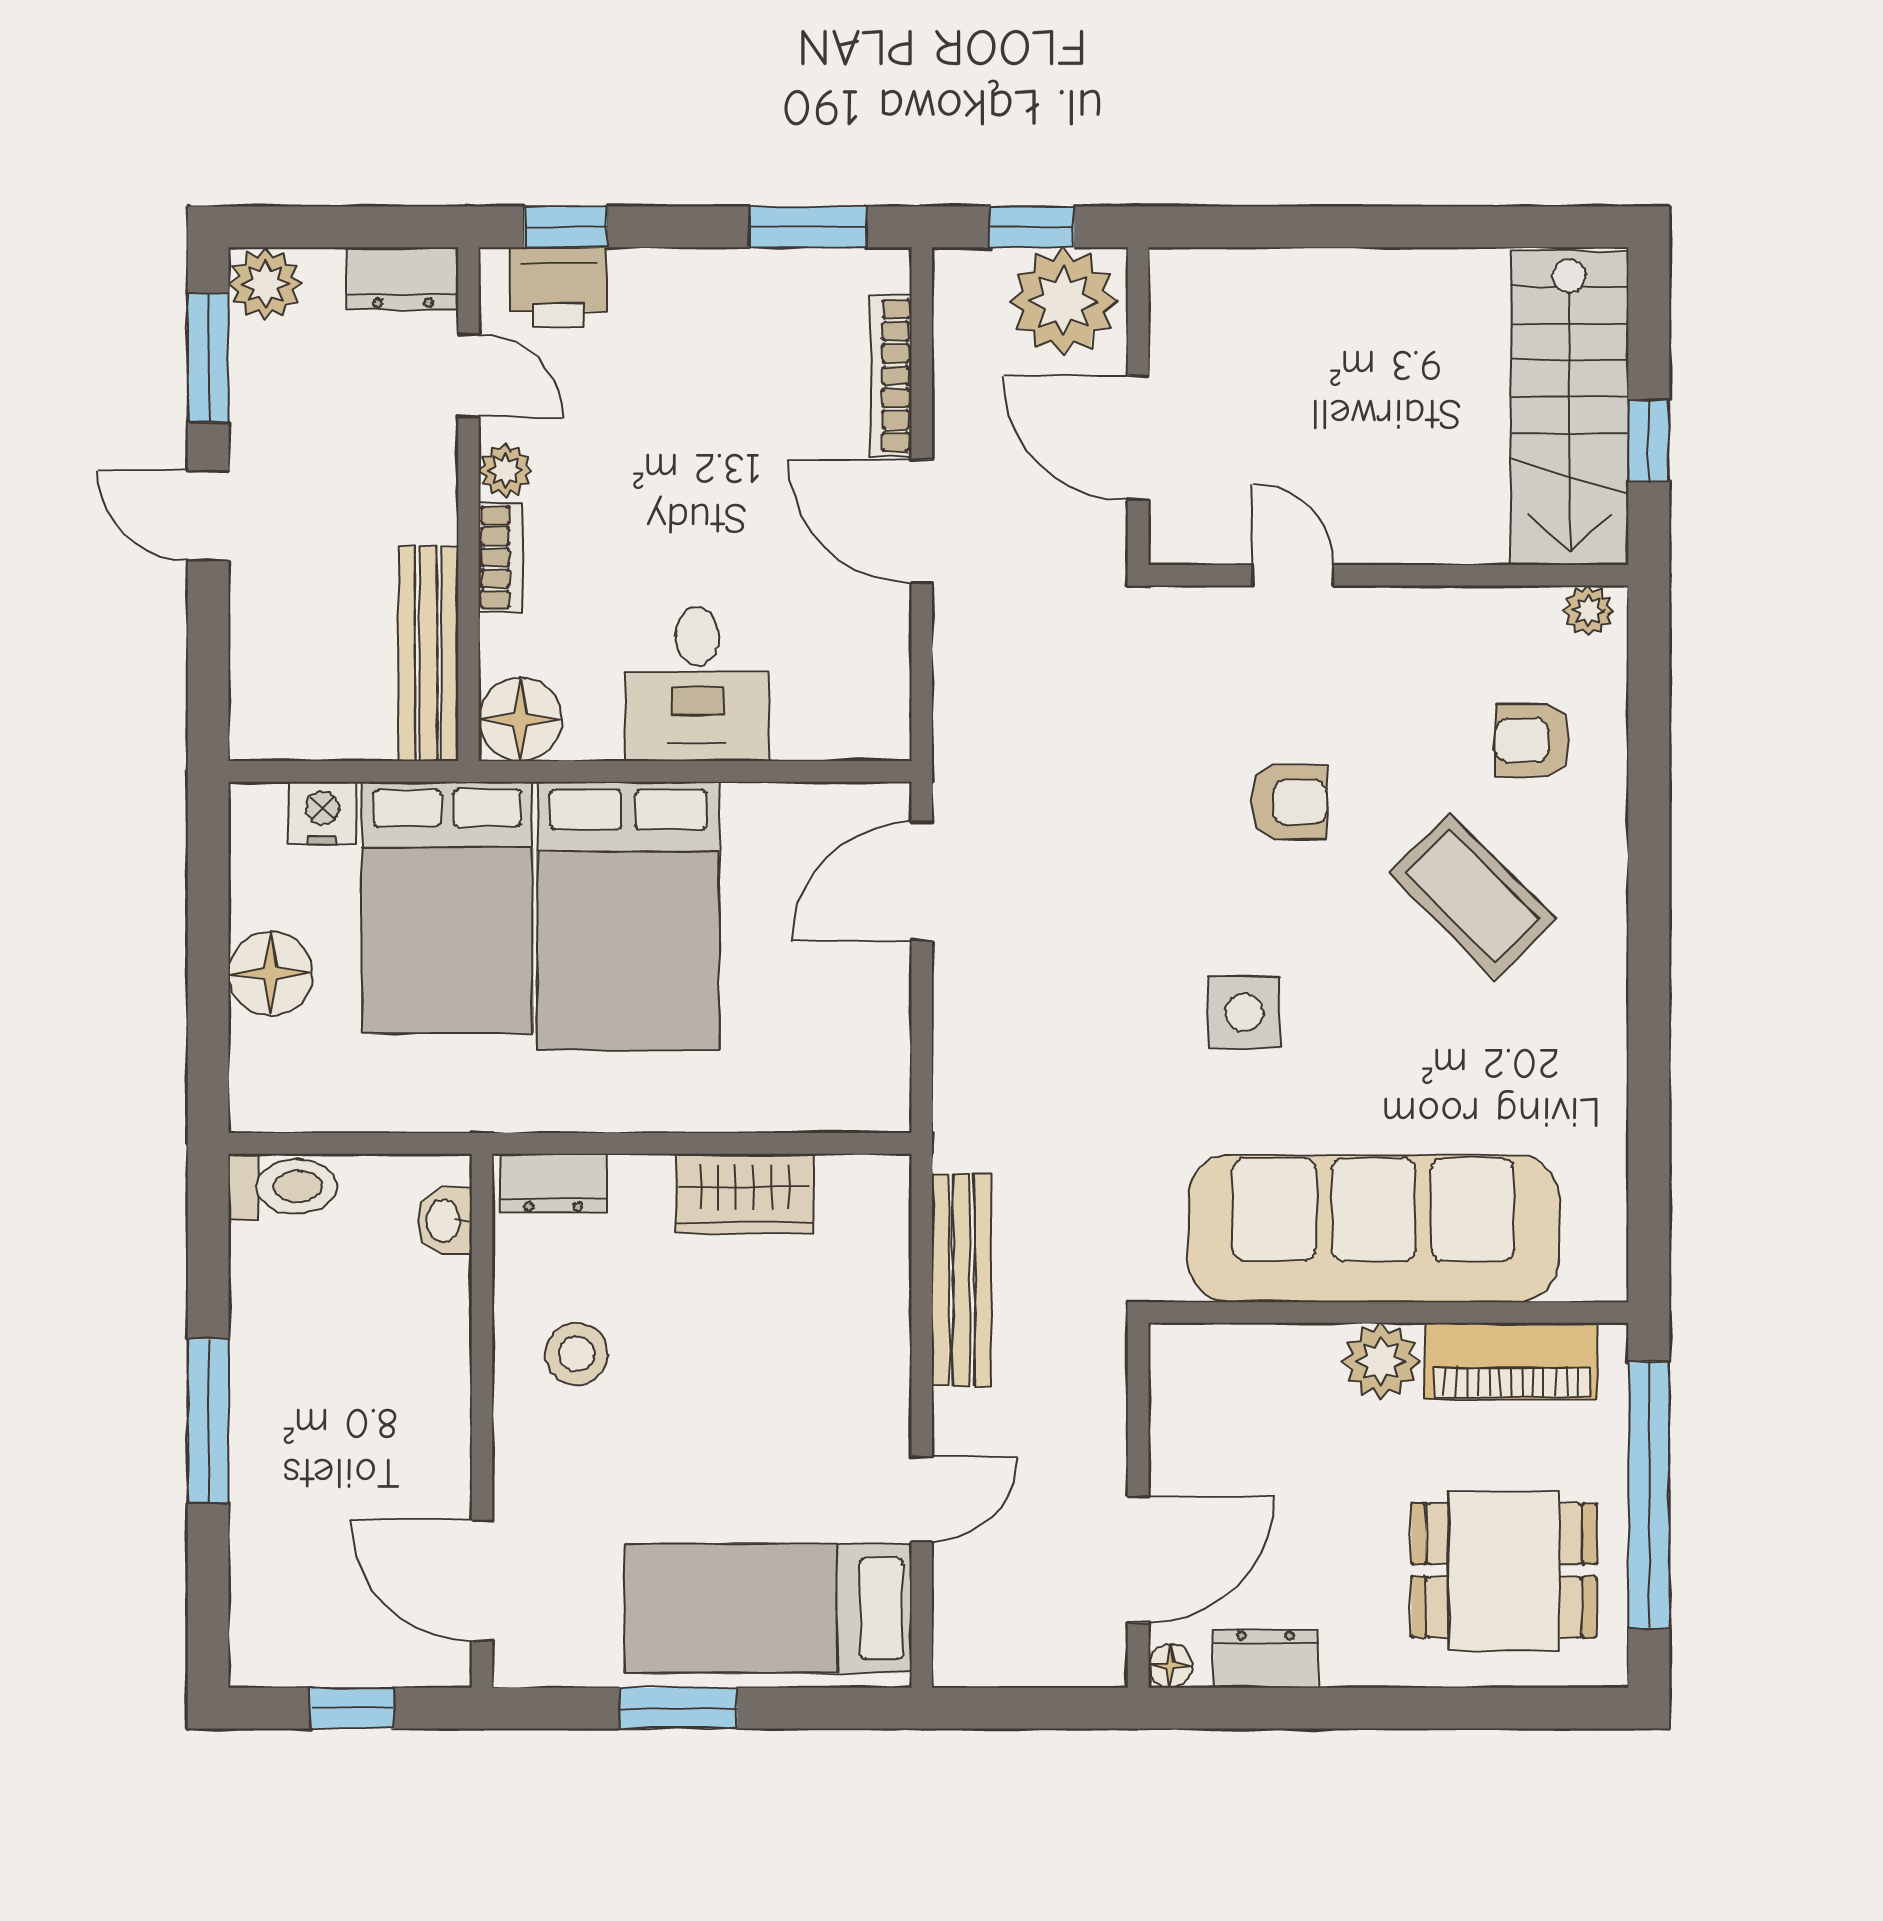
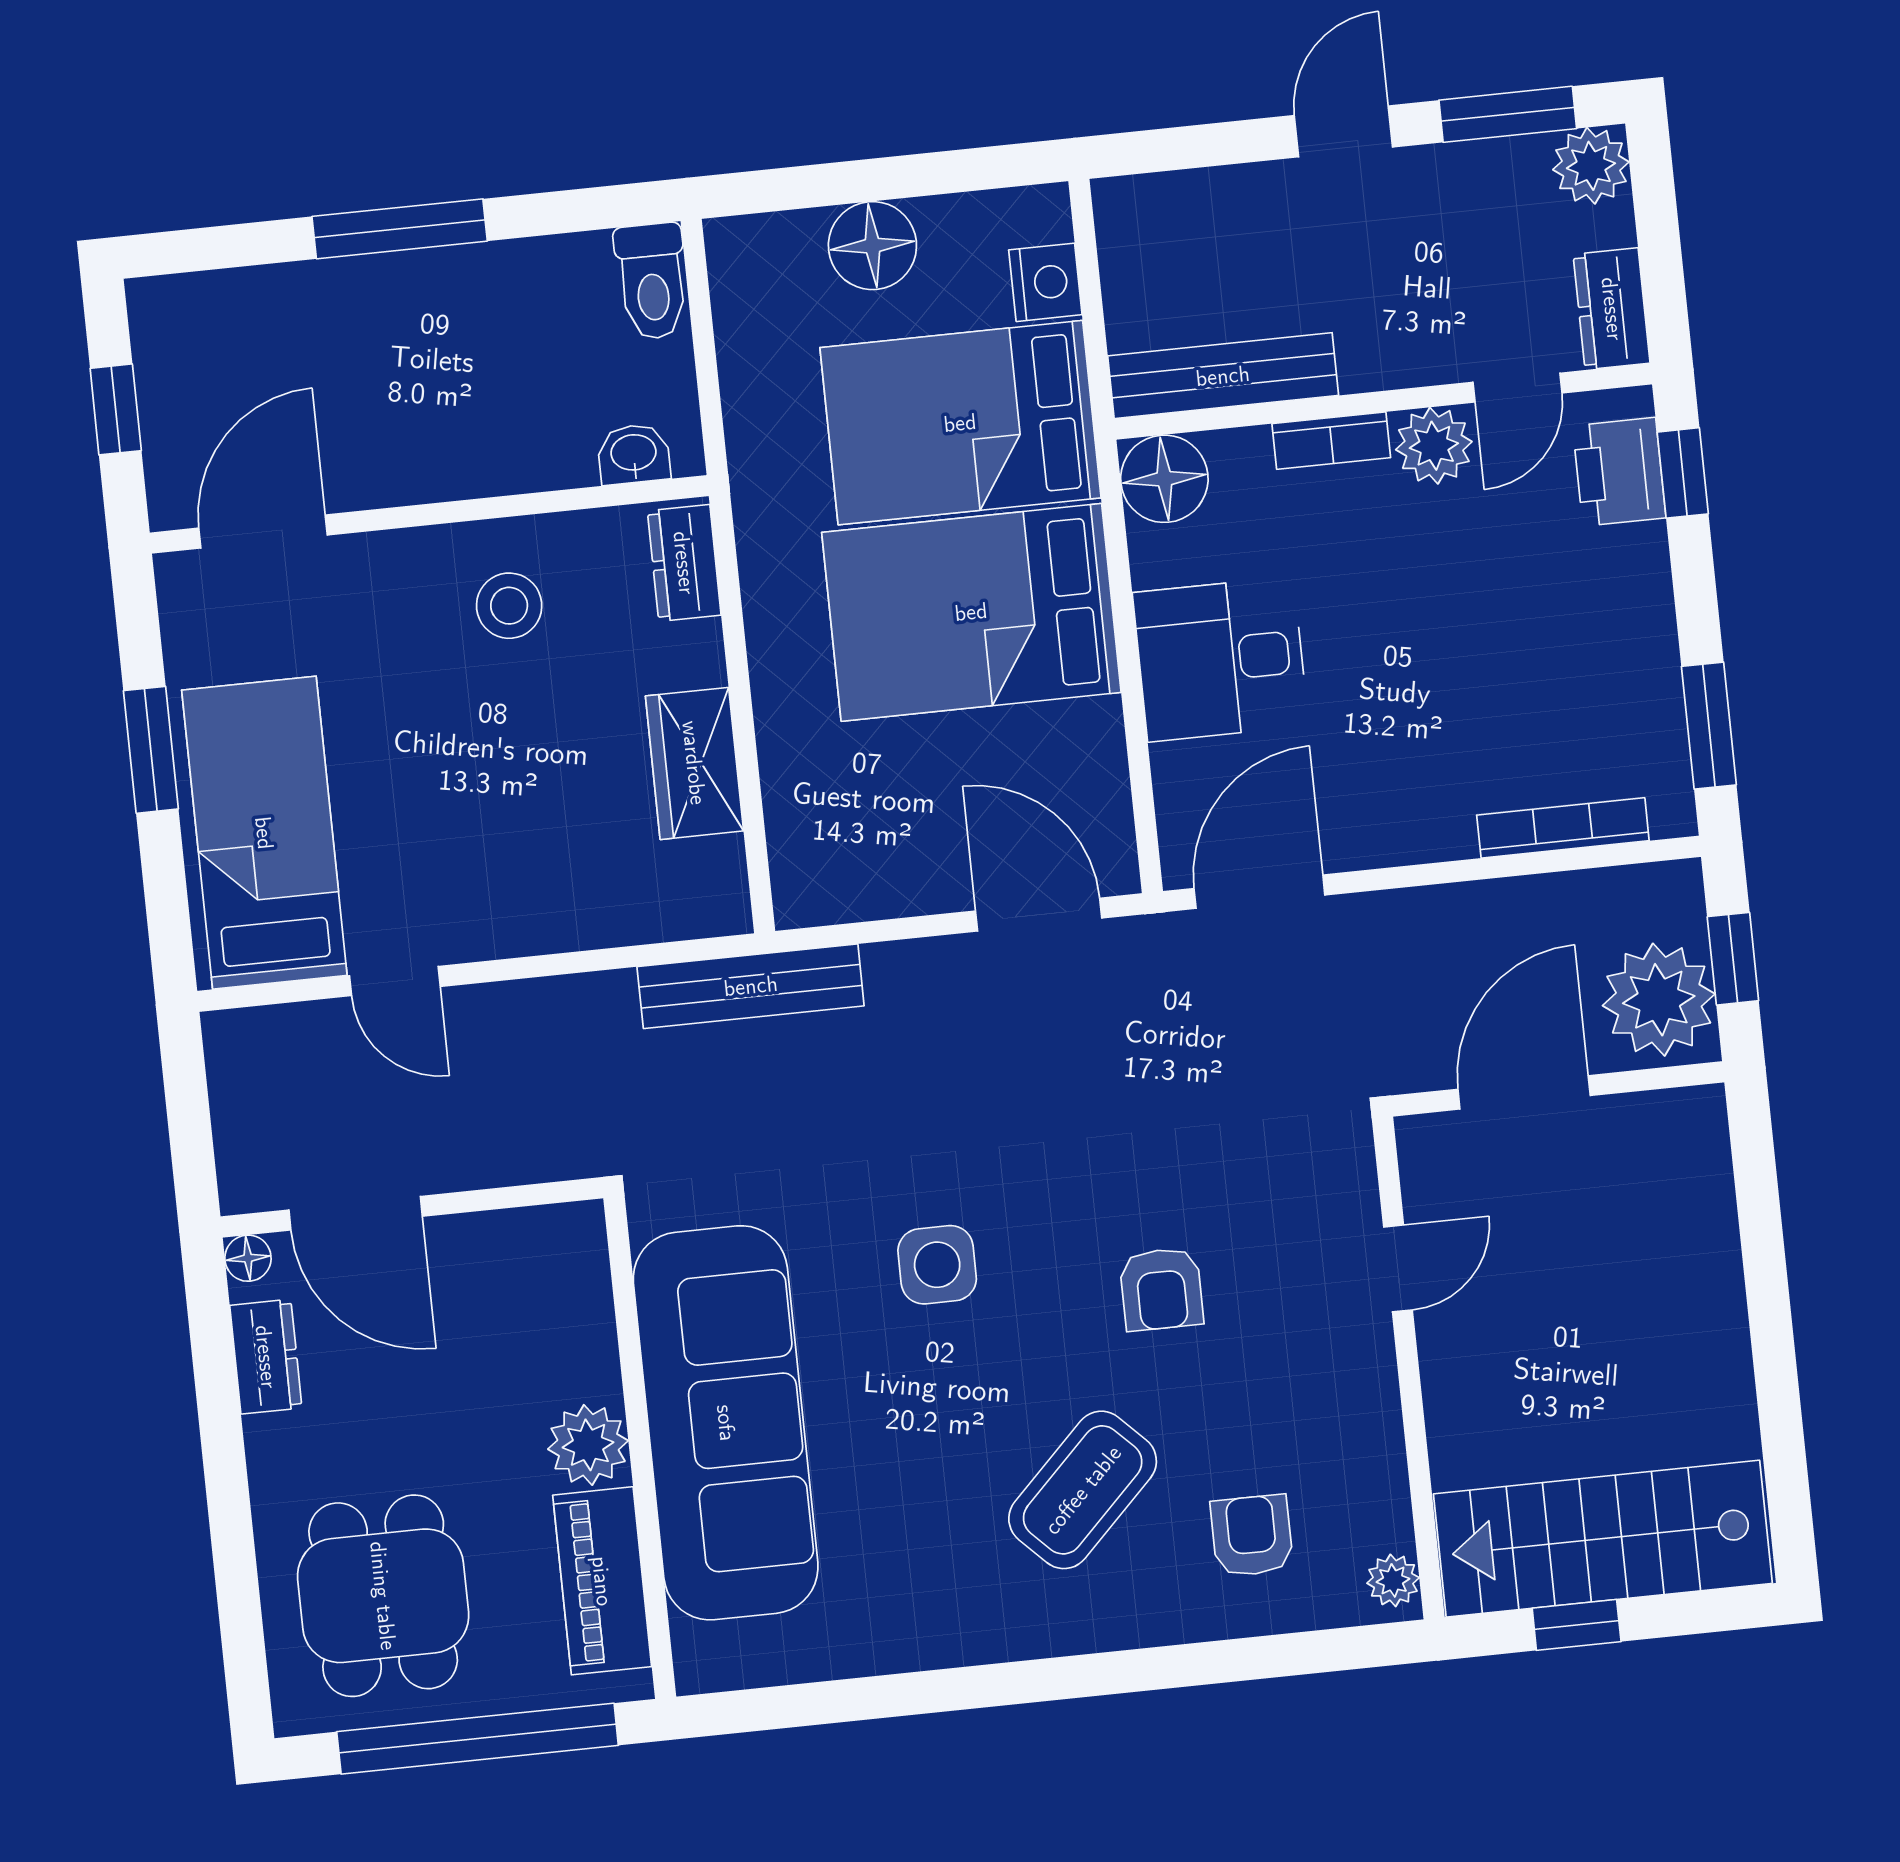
plant: (505, 470) -> (1434, 446), width x1.38, depth x1.38
door: (922, 521) -> (1259, 892), moved
bench: (962, 1280) -> (751, 986), moved

